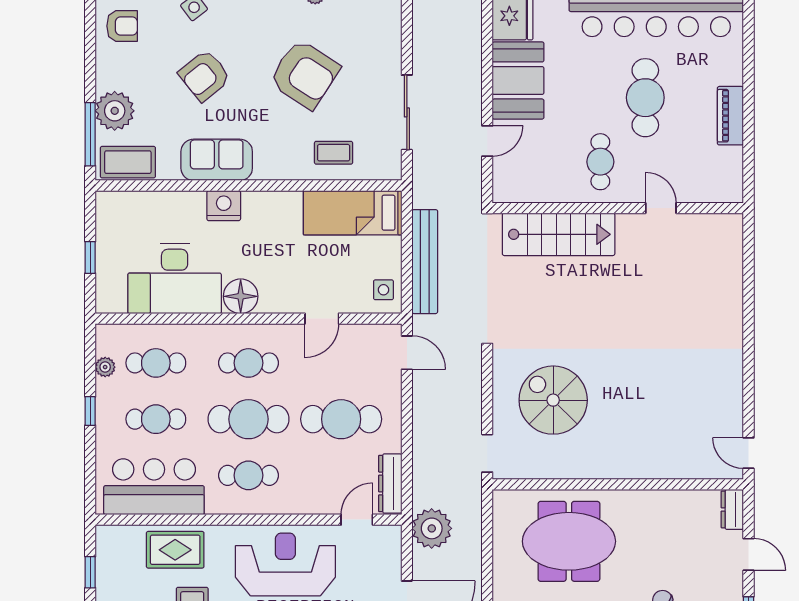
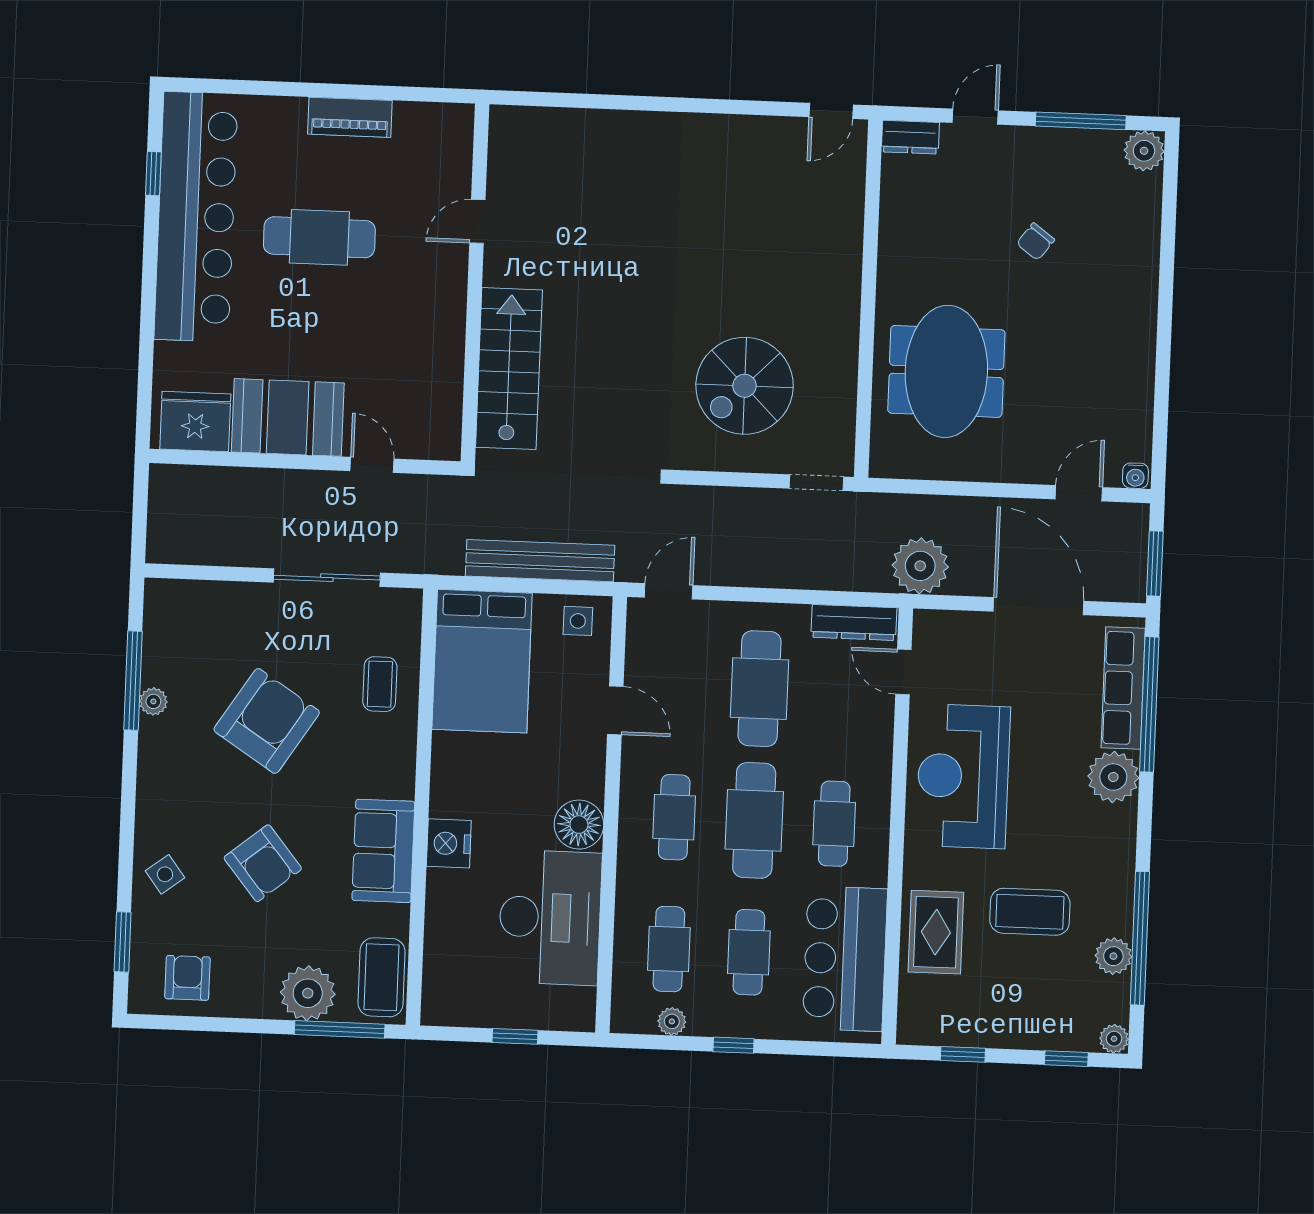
cafe table: (600, 162) -> (408, 305), removed
bed: (353, 213) -> (482, 661), width x1.50

